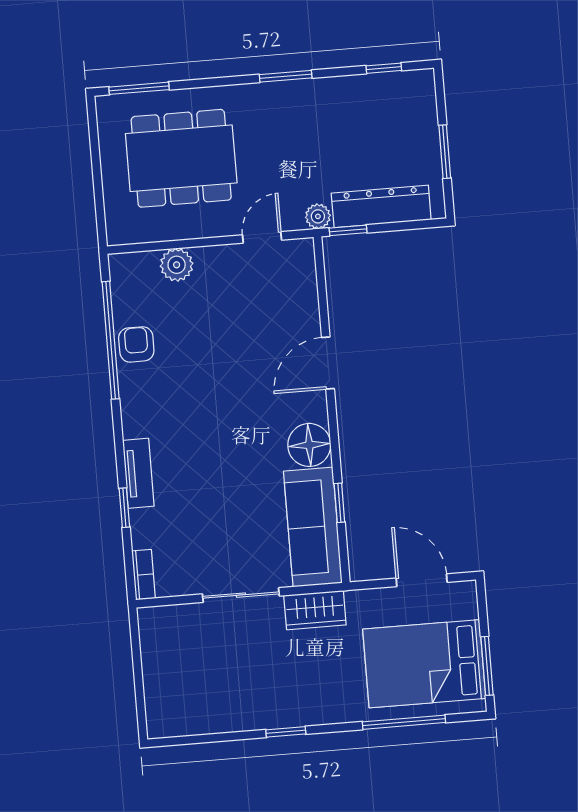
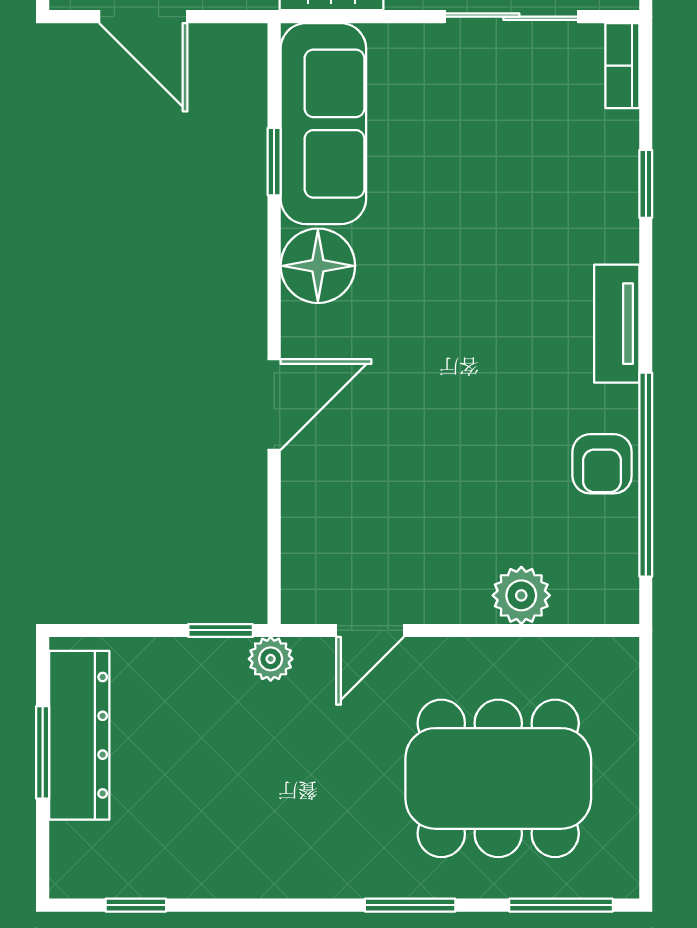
window: (286, 76) -> (410, 905), moved
dresser: (381, 206) -> (79, 735), moved, turned -90
tv unit: (138, 473) -> (617, 324), moved
sliding door: (241, 595) -> (511, 17), moved

